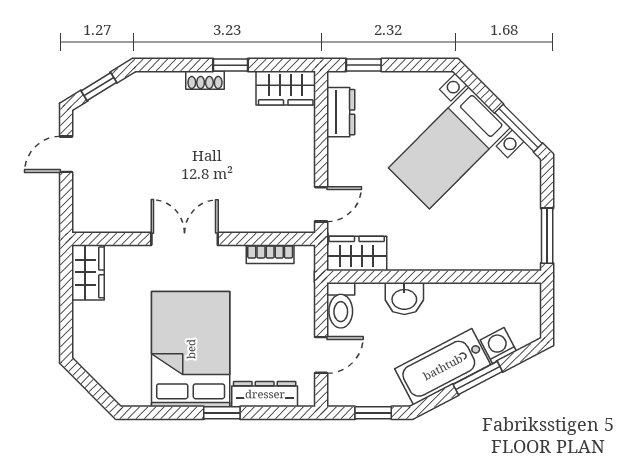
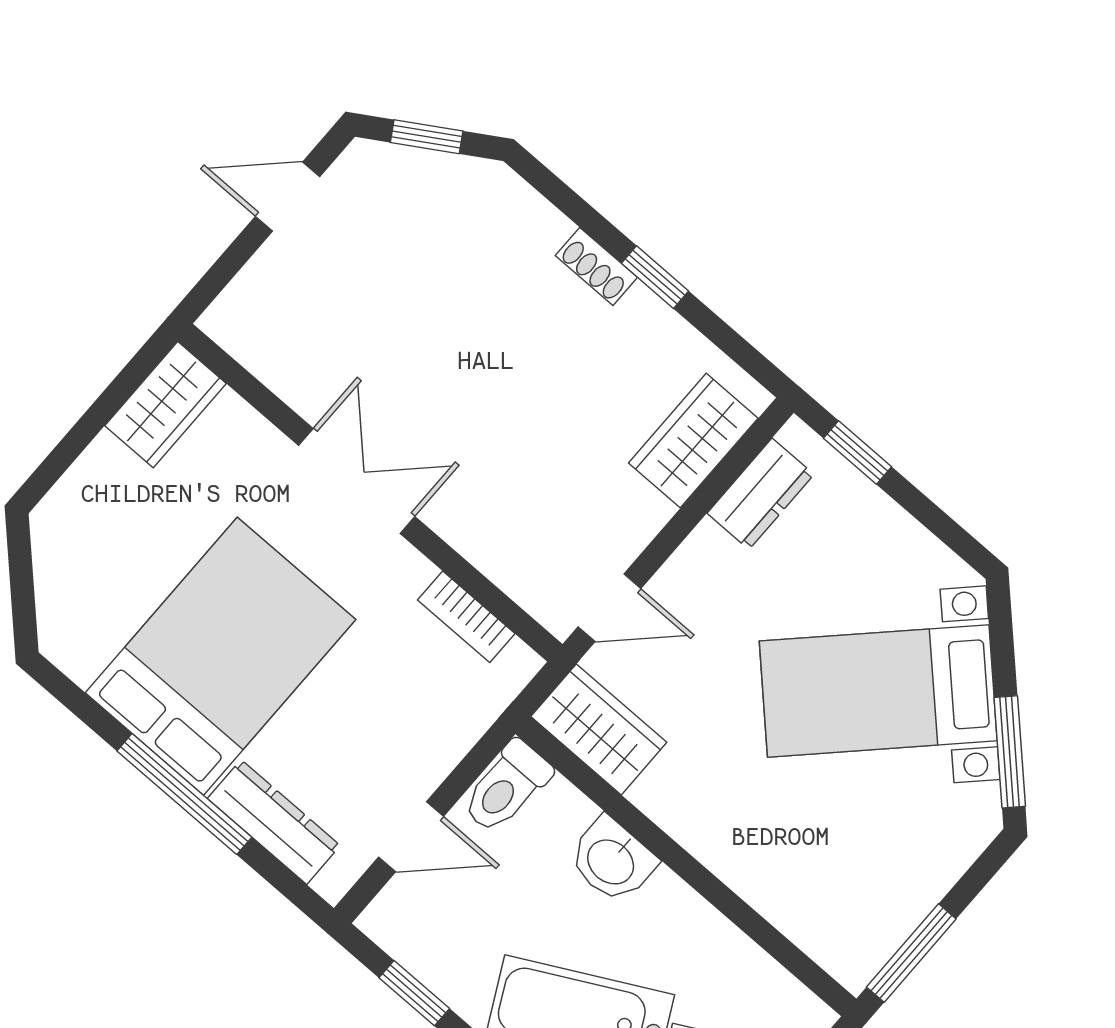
wardrobe: (286, 88) -> (693, 441), moved, turned 90
window: (222, 413) -> (184, 794), width x2.17

